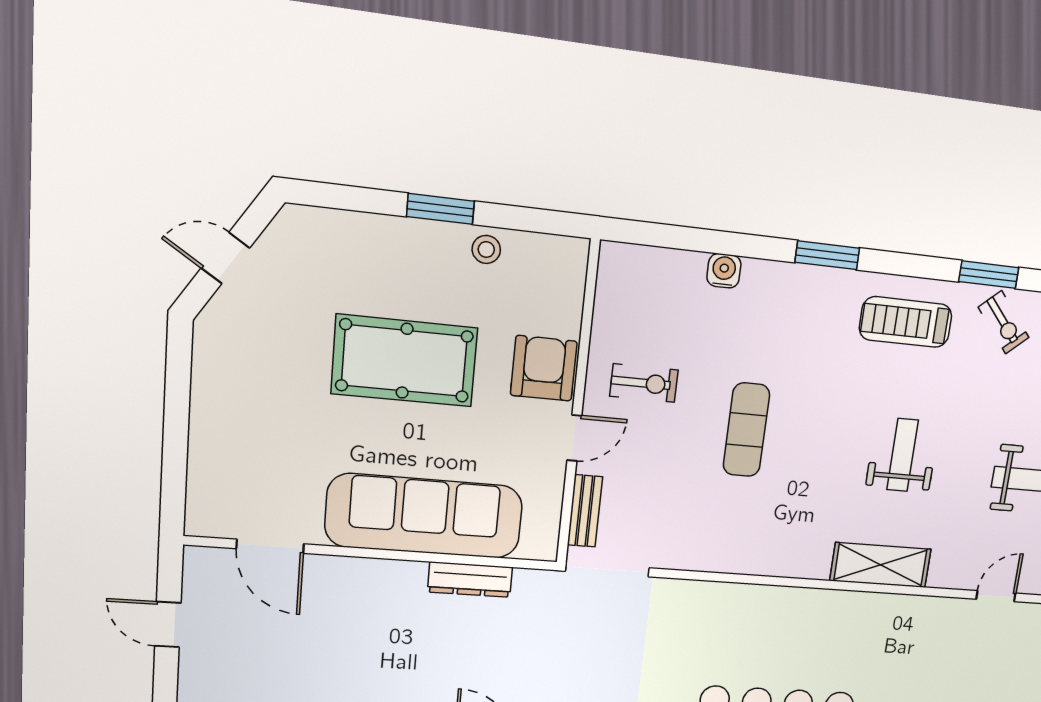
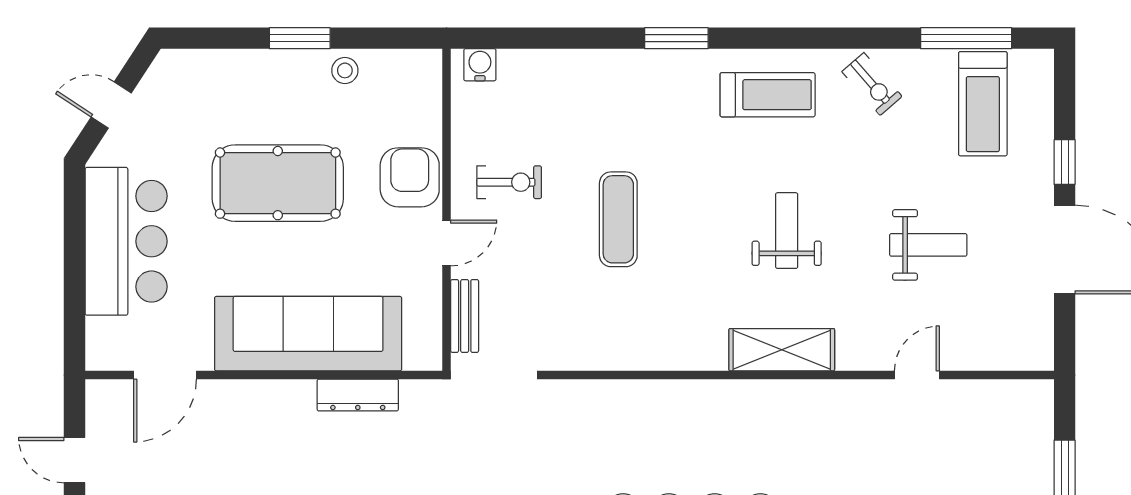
water cooler: (724, 271) -> (480, 65), moved
window: (989, 275) -> (847, 38), removed
treadmill: (906, 322) -> (768, 95), turned 180
bar counter: (235, 406) -> (126, 241), added
door: (270, 546) -> (165, 375), hinge flipped

